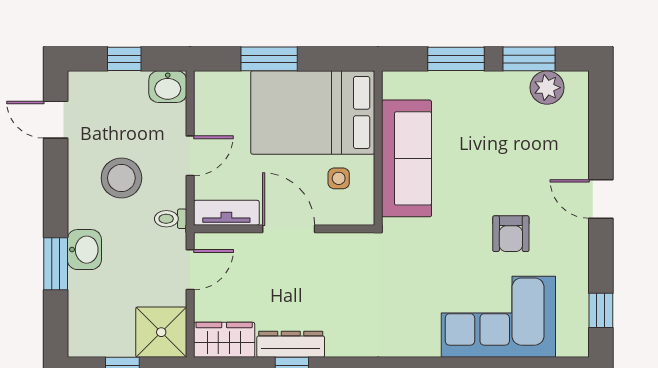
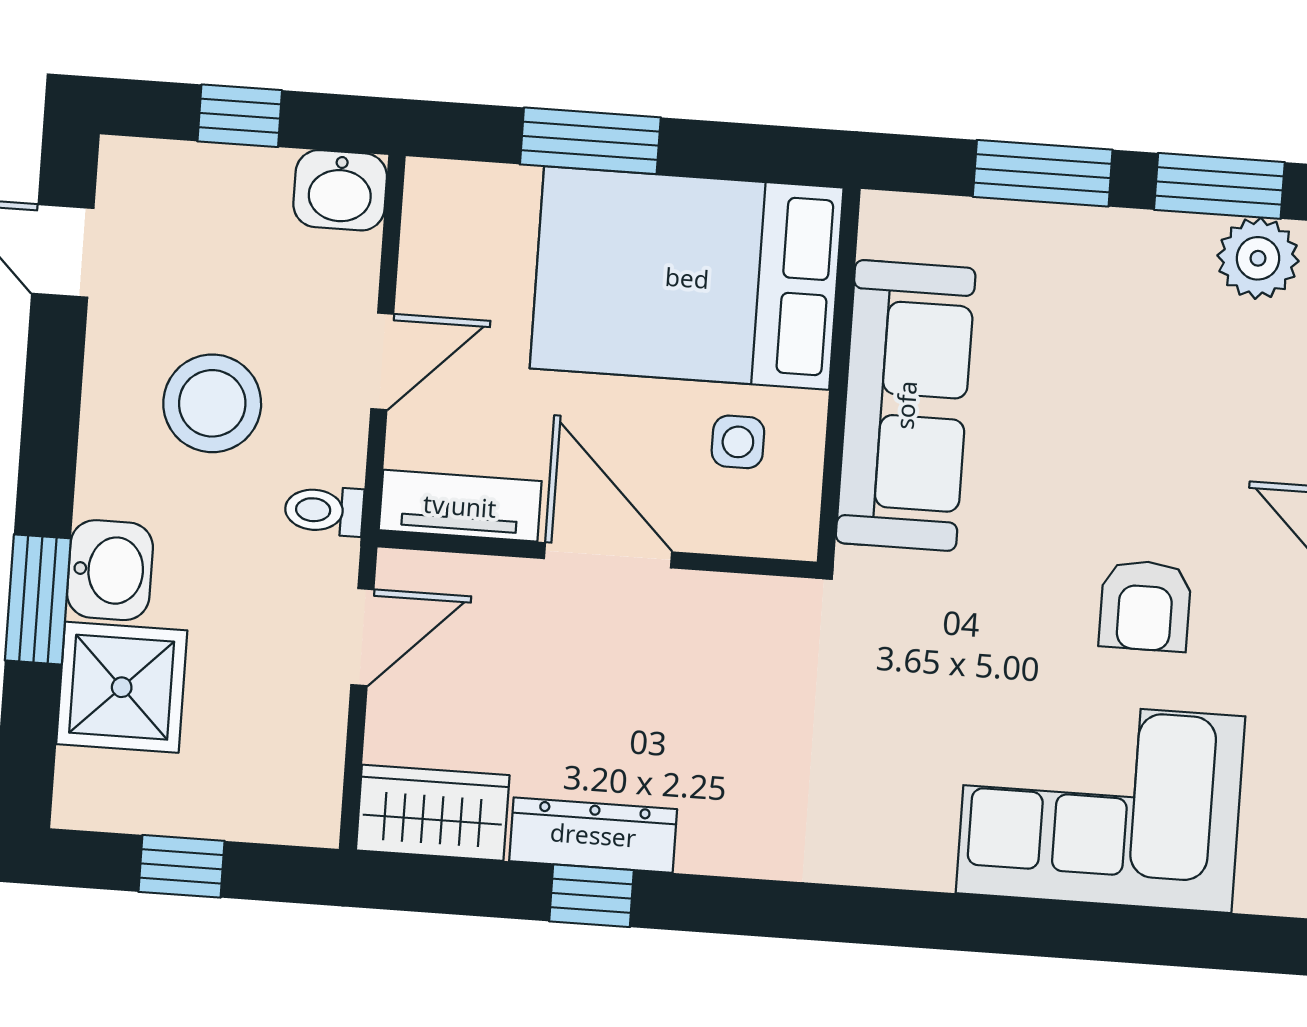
shower: (161, 332) -> (122, 687), moved

